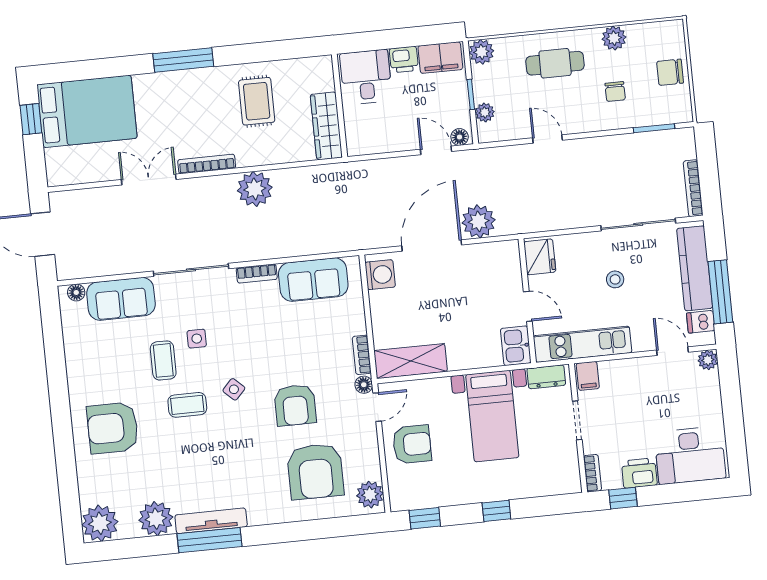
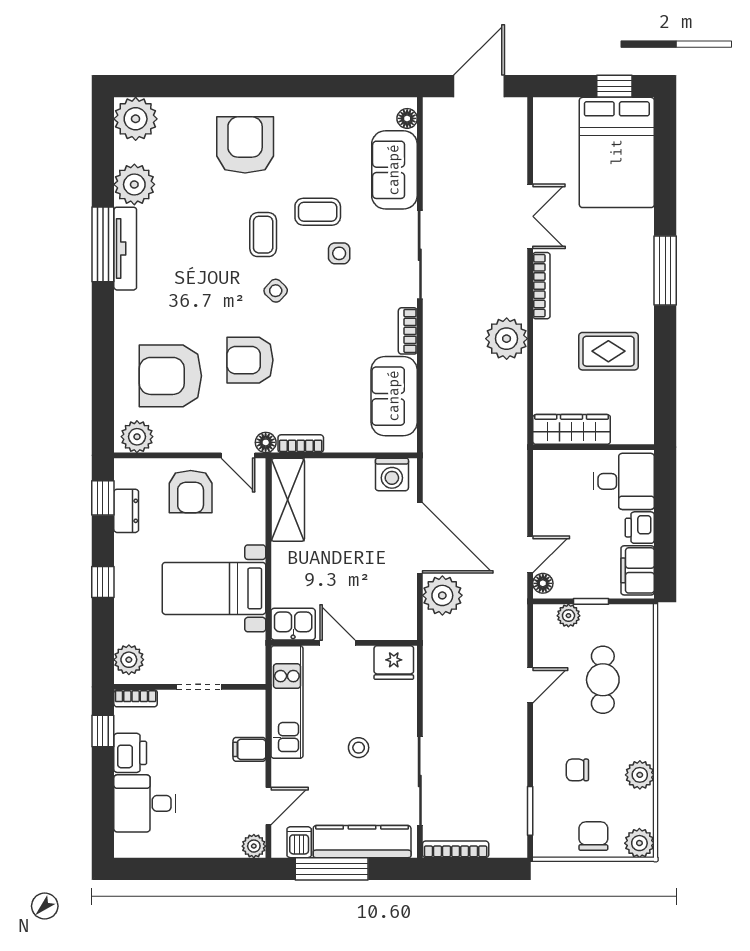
plant: (481, 52) -> (639, 843), moved
cafe table: (555, 63) -> (603, 680), moved
door: (528, 306) -> (337, 643), swing flipped
filing cabinet: (588, 376) -> (249, 749), moved
dresser: (546, 377) -> (126, 511), moved, turned 180
desk: (690, 455) -> (145, 803), width x0.73
plant: (560, 482) -> (129, 660), added

